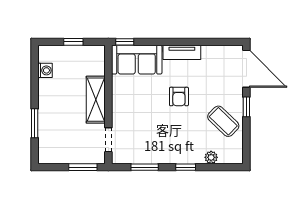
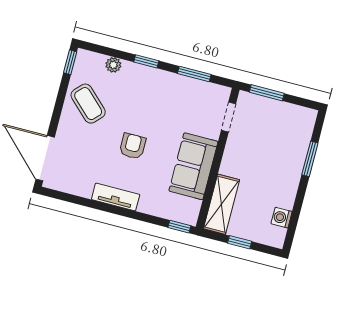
sofa: (137, 60) -> (193, 166), moved, turned -90
shelving: (96, 100) -> (221, 204), moved
window: (246, 107) -> (70, 62), moved

